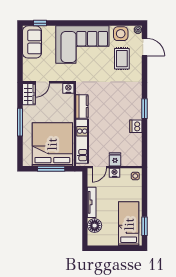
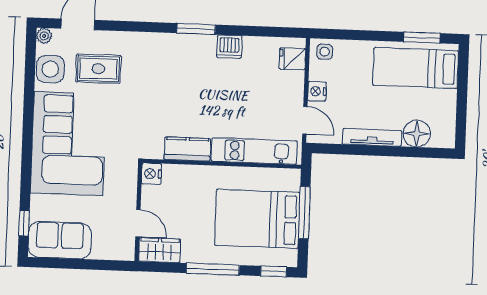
bed: (52, 144) -> (257, 219), width x0.73
window: (20, 154) -> (274, 271), added
fridge: (115, 159) -> (292, 59), moved

